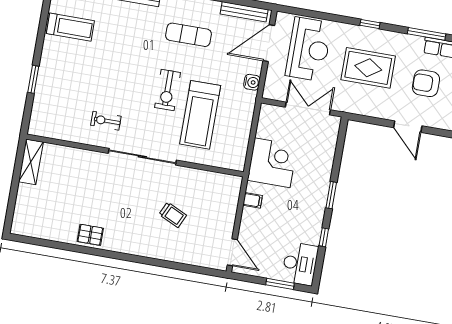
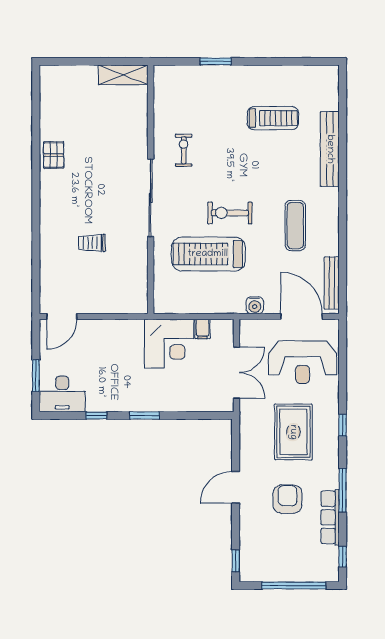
treadmill: (70, 27) -> (273, 118), moved, turned -90
filing cabinet: (253, 200) -> (202, 329), moved
trolley: (173, 215) -> (92, 243), turned 65

